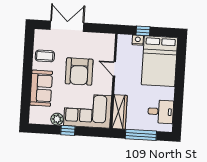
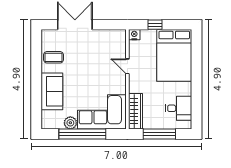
nightstand: (138, 40) -> (134, 35), moved
armchair: (79, 72) -> (91, 71), removed
window: (68, 130) -> (82, 134), width x3.17

